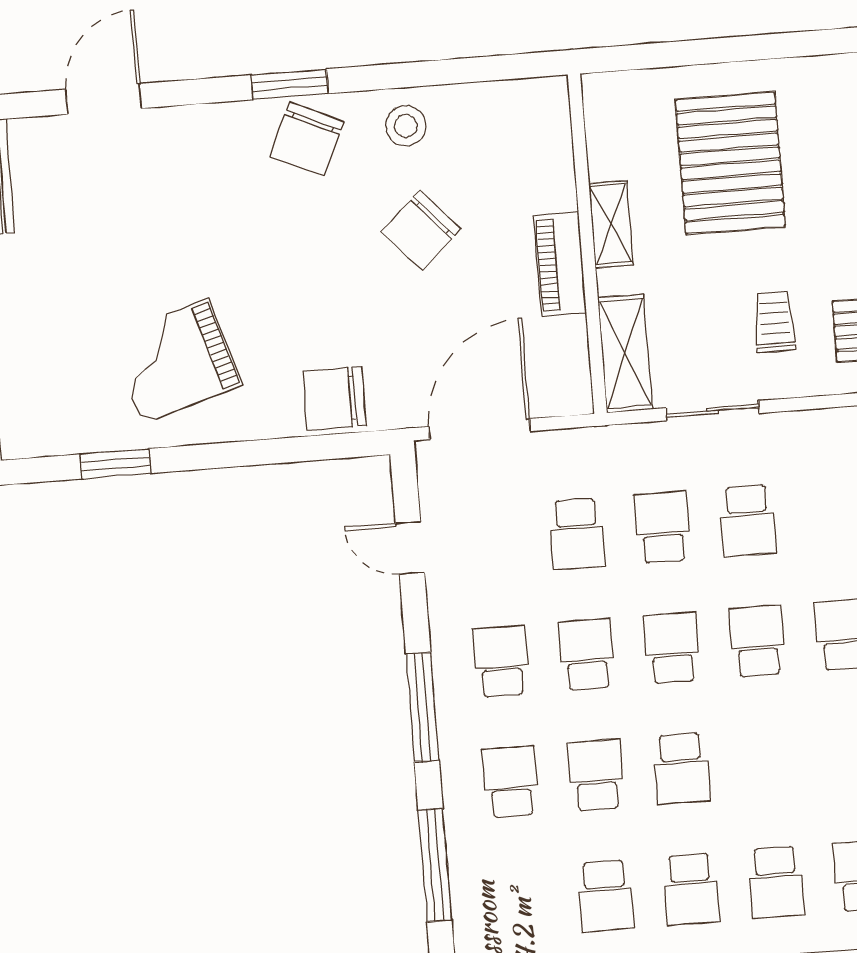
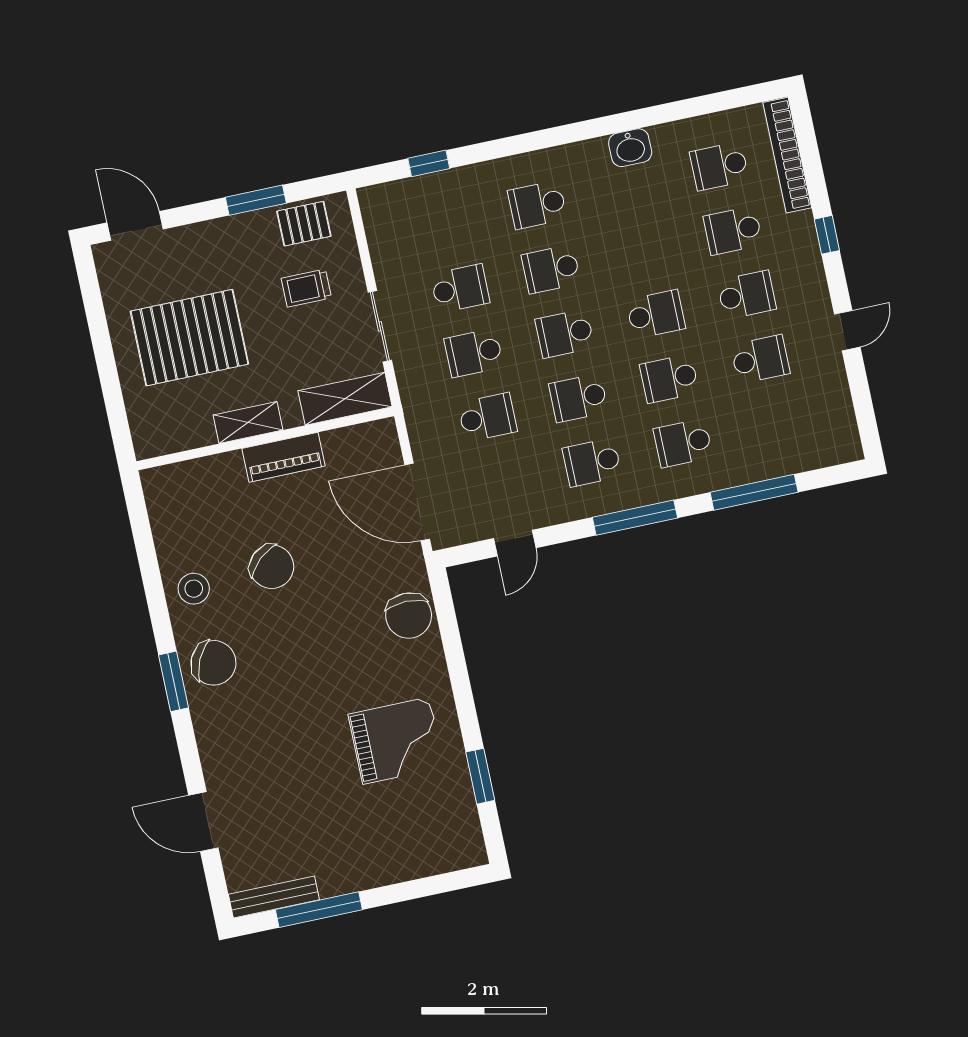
grand piano: (175, 361) -> (396, 741), turned -73
school desk: (776, 882) -> (733, 230), turned 180

